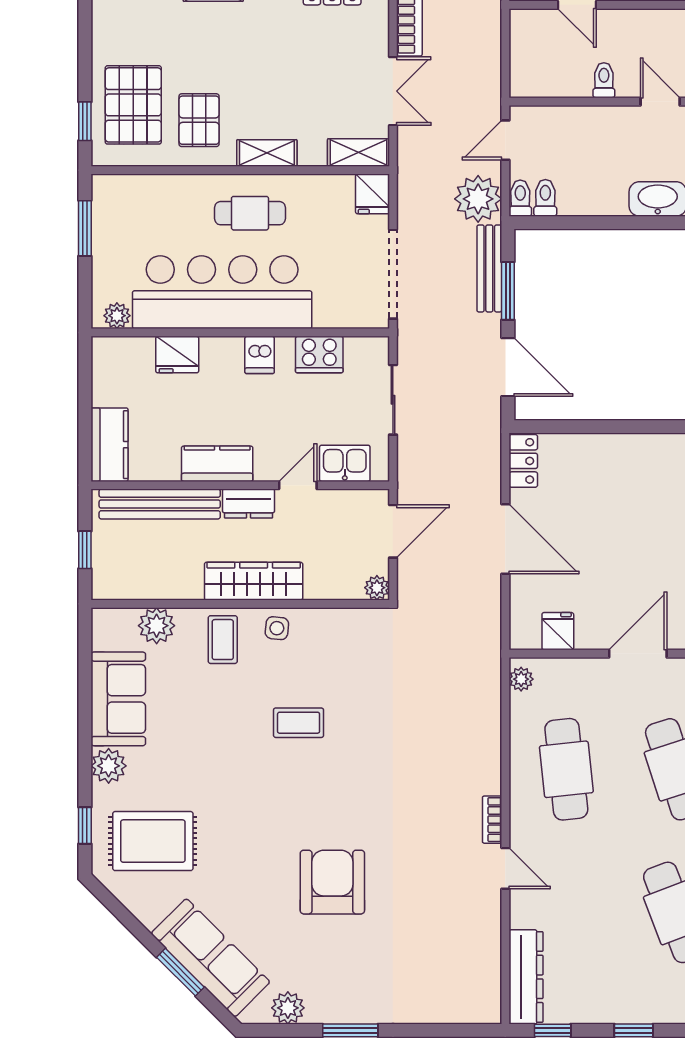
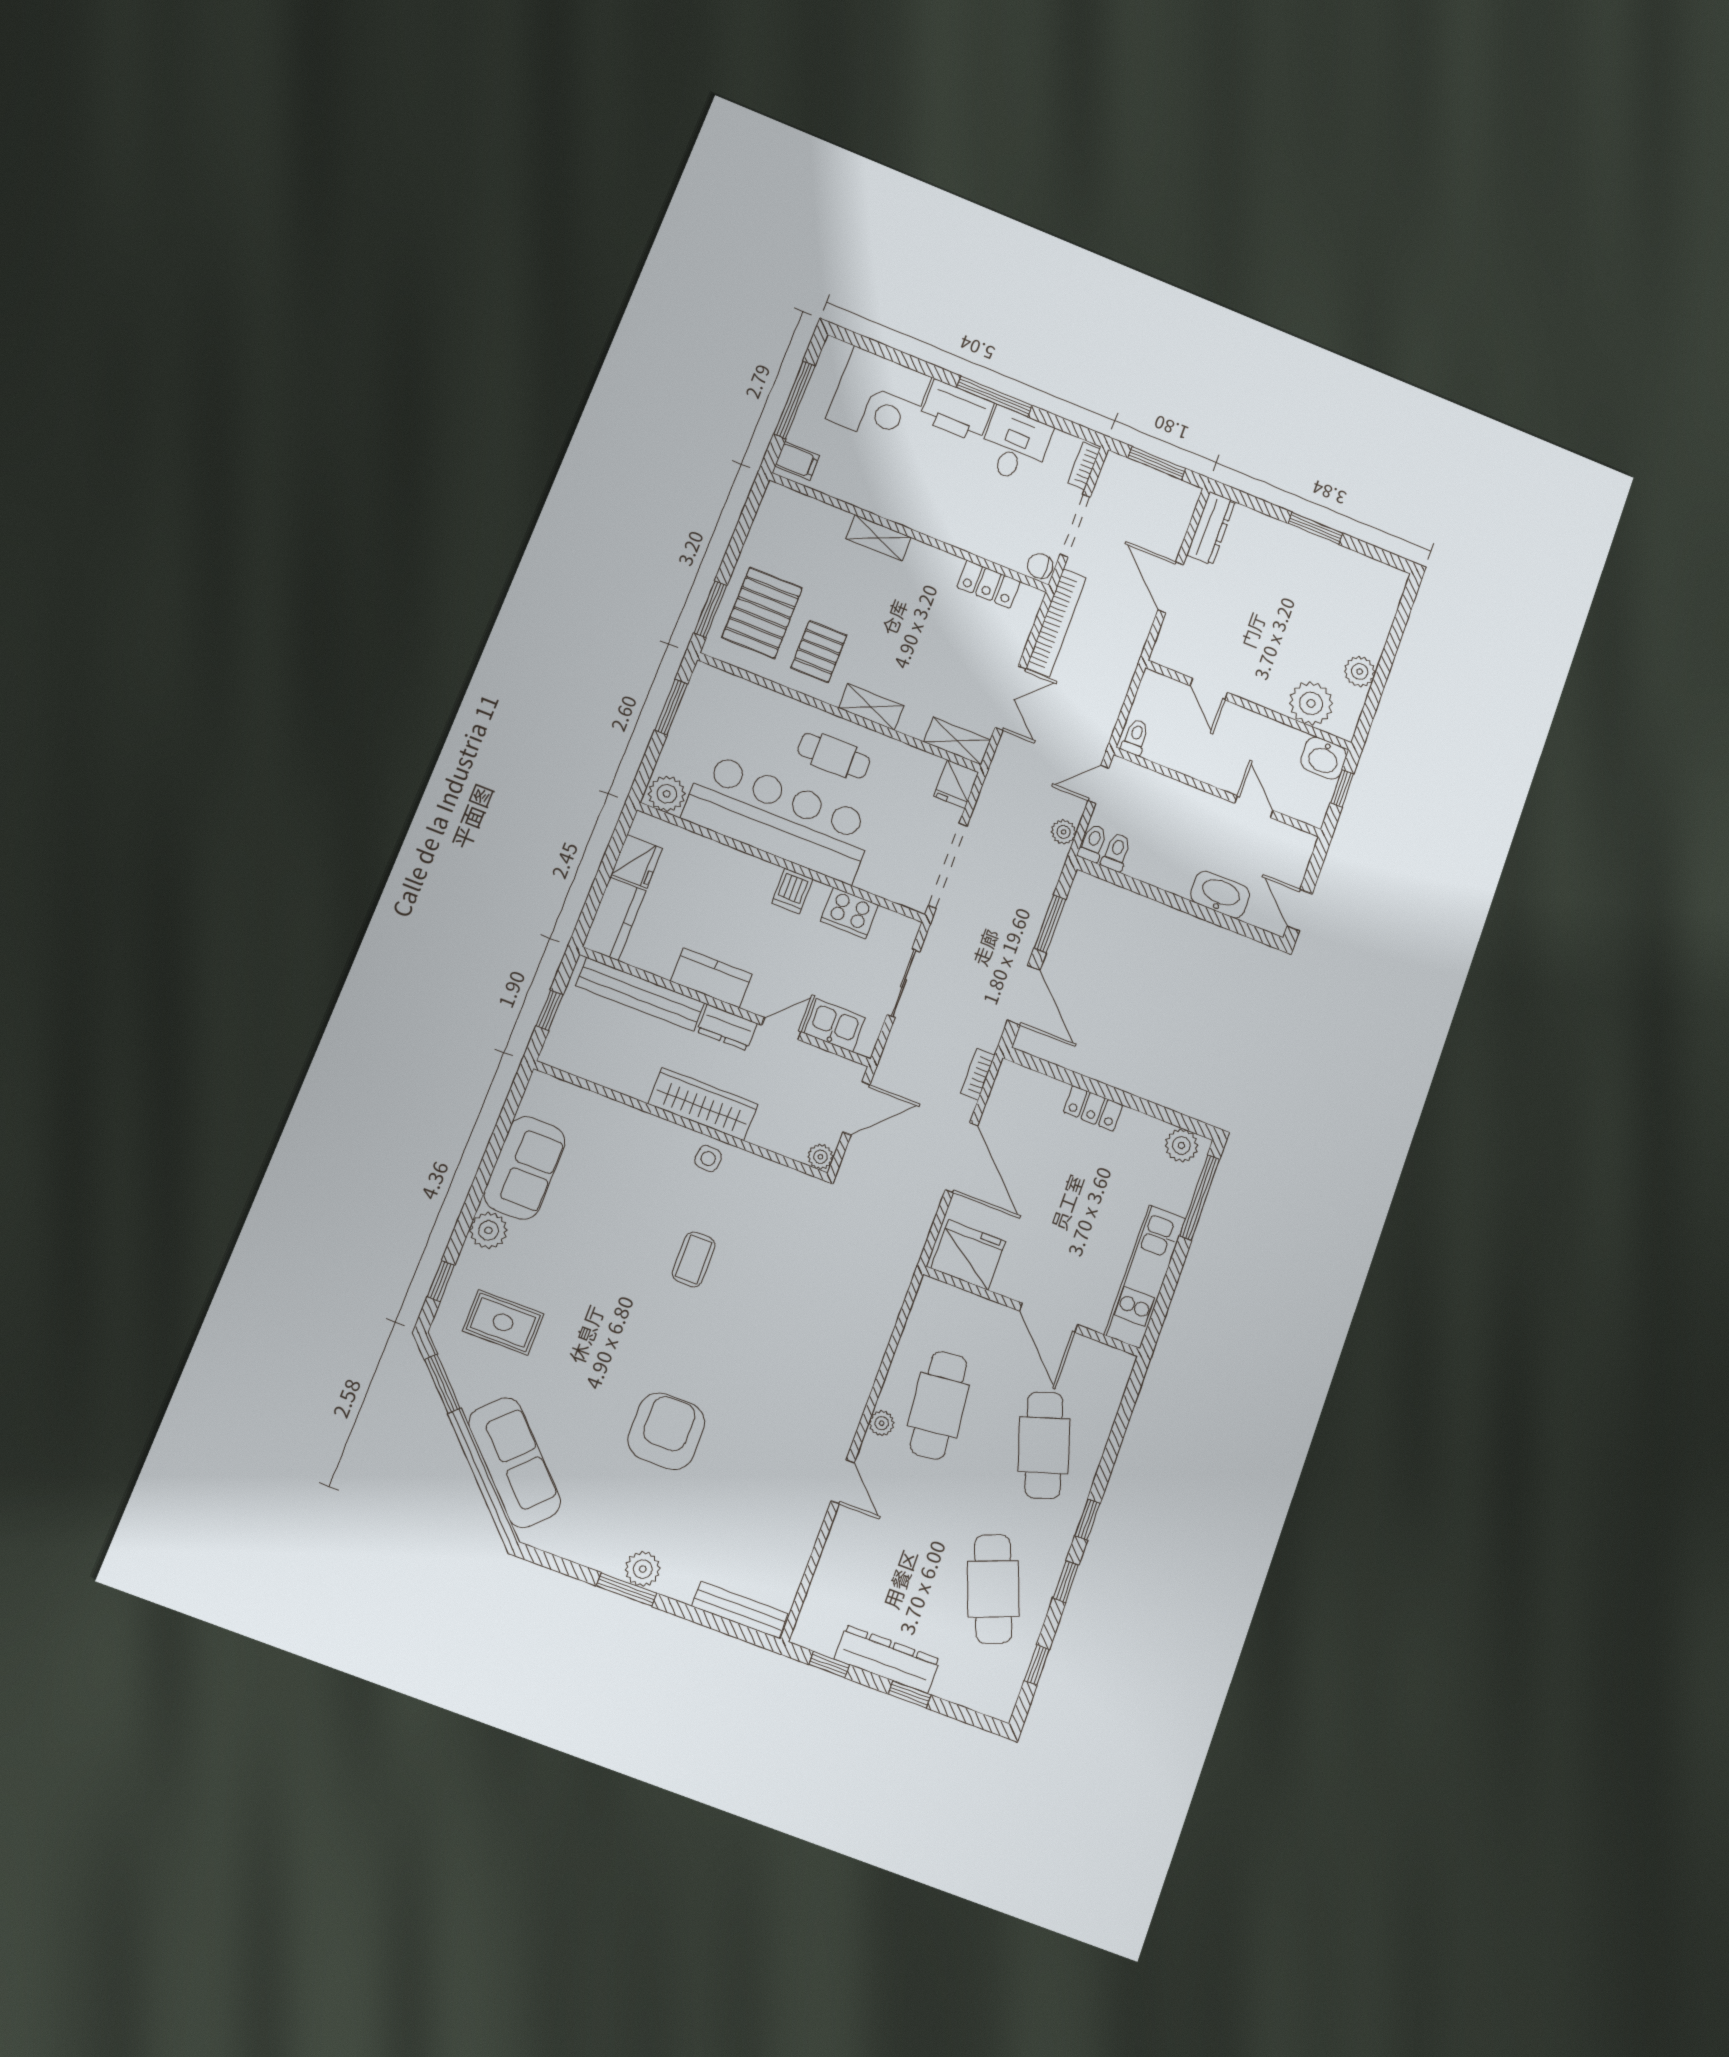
toilet: (604, 80) -> (1135, 737), moved
window: (85, 121) -> (710, 609), width x1.50
plant: (478, 199) -> (1064, 832), width x0.53, depth x0.53
bench: (489, 268) -> (740, 1610), moved, turned 90
plant: (117, 316) -> (667, 794), width x1.38, depth x1.38
fridge: (177, 355) -> (637, 861), moved, turned -90
locker: (523, 461) -> (1093, 1108), moved, turned 90
plant: (157, 626) -> (591, 1111), removed
fridge: (558, 631) -> (968, 1255), width x1.88, depth x1.34
coffee table: (223, 640) -> (651, 1149), removed
door: (638, 654) -> (1049, 1318), swing flipped
plant: (521, 679) -> (882, 1423), moved
coffee table: (299, 723) -> (694, 1259), turned 90
bookcase: (492, 820) -> (978, 1074), moved
rug: (153, 841) -> (503, 1322), width x0.73, depth x0.70
window: (180, 972) -> (443, 1384), moved
dresser: (526, 977) -> (887, 1659), moved, turned -90
plant: (288, 1008) -> (643, 1569), moved

